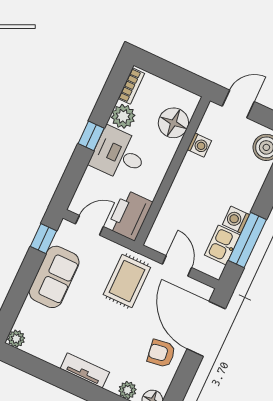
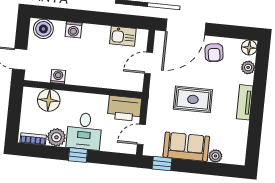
washing machine: (236, 220) -> (73, 30), moved
door: (89, 225) -> (141, 134), hinge flipped
window: (247, 240) -> (113, 20), removed
rug: (127, 281) -> (193, 99), moved
plant: (16, 339) -> (215, 156), moved

